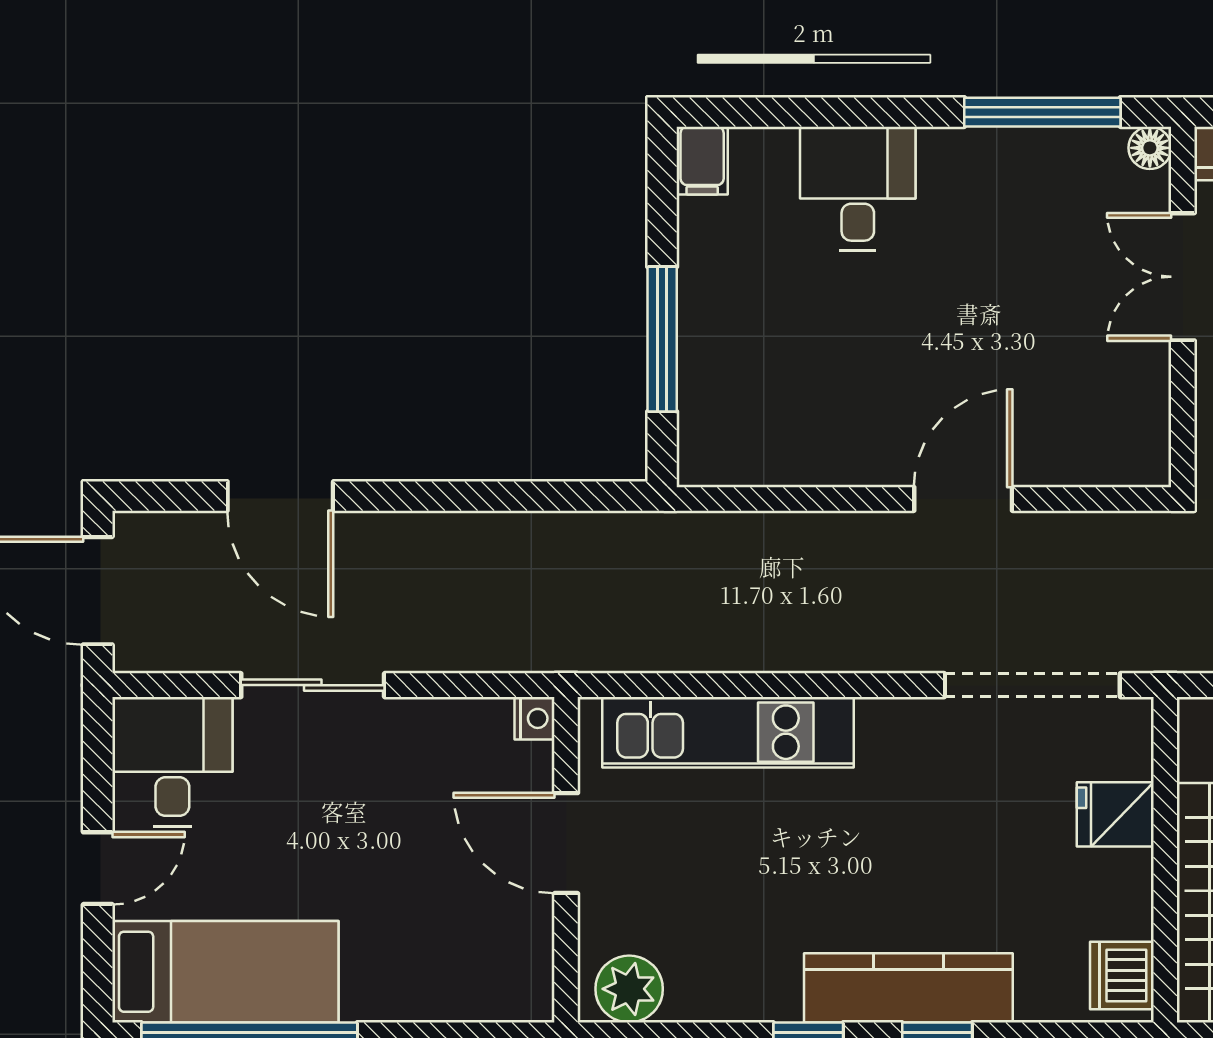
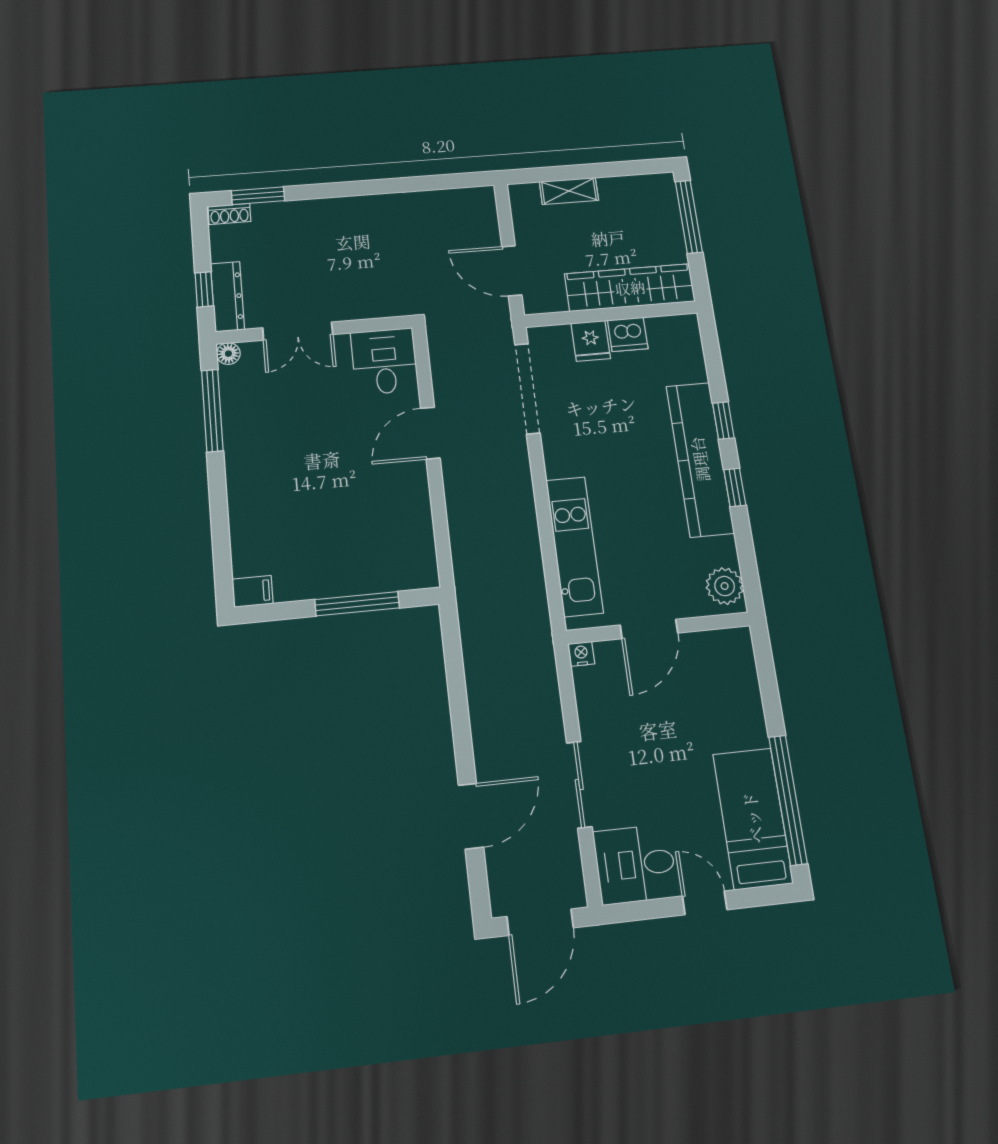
desk: (858, 189) -> (384, 361), moved, turned 90
door: (963, 499) -> (430, 433), hinge flipped
dishwasher: (1122, 975) -> (628, 334), moved
kitchen counter: (908, 988) -> (700, 459), width x1.39, depth x1.17

